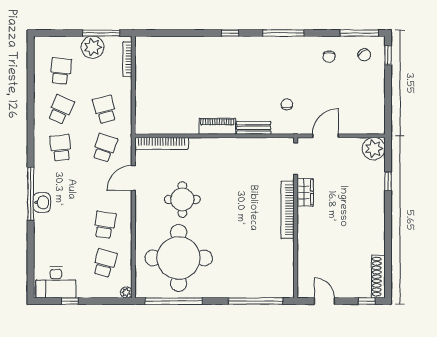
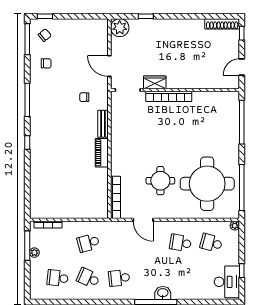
plant: (93, 47) -> (34, 253), width x0.53, depth x0.53
school desk: (105, 148) -> (119, 243), removed

